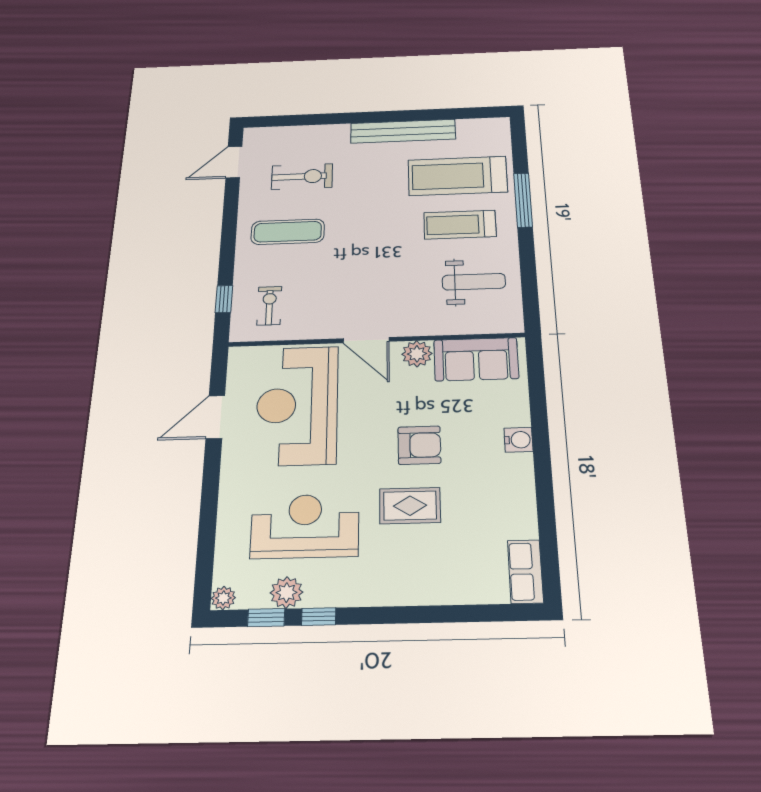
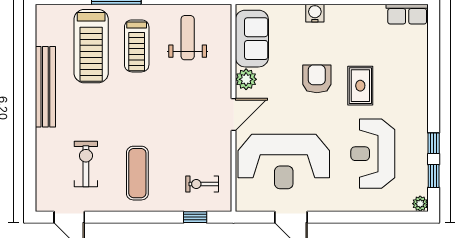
plant: (287, 593) -> (418, 164), removed

